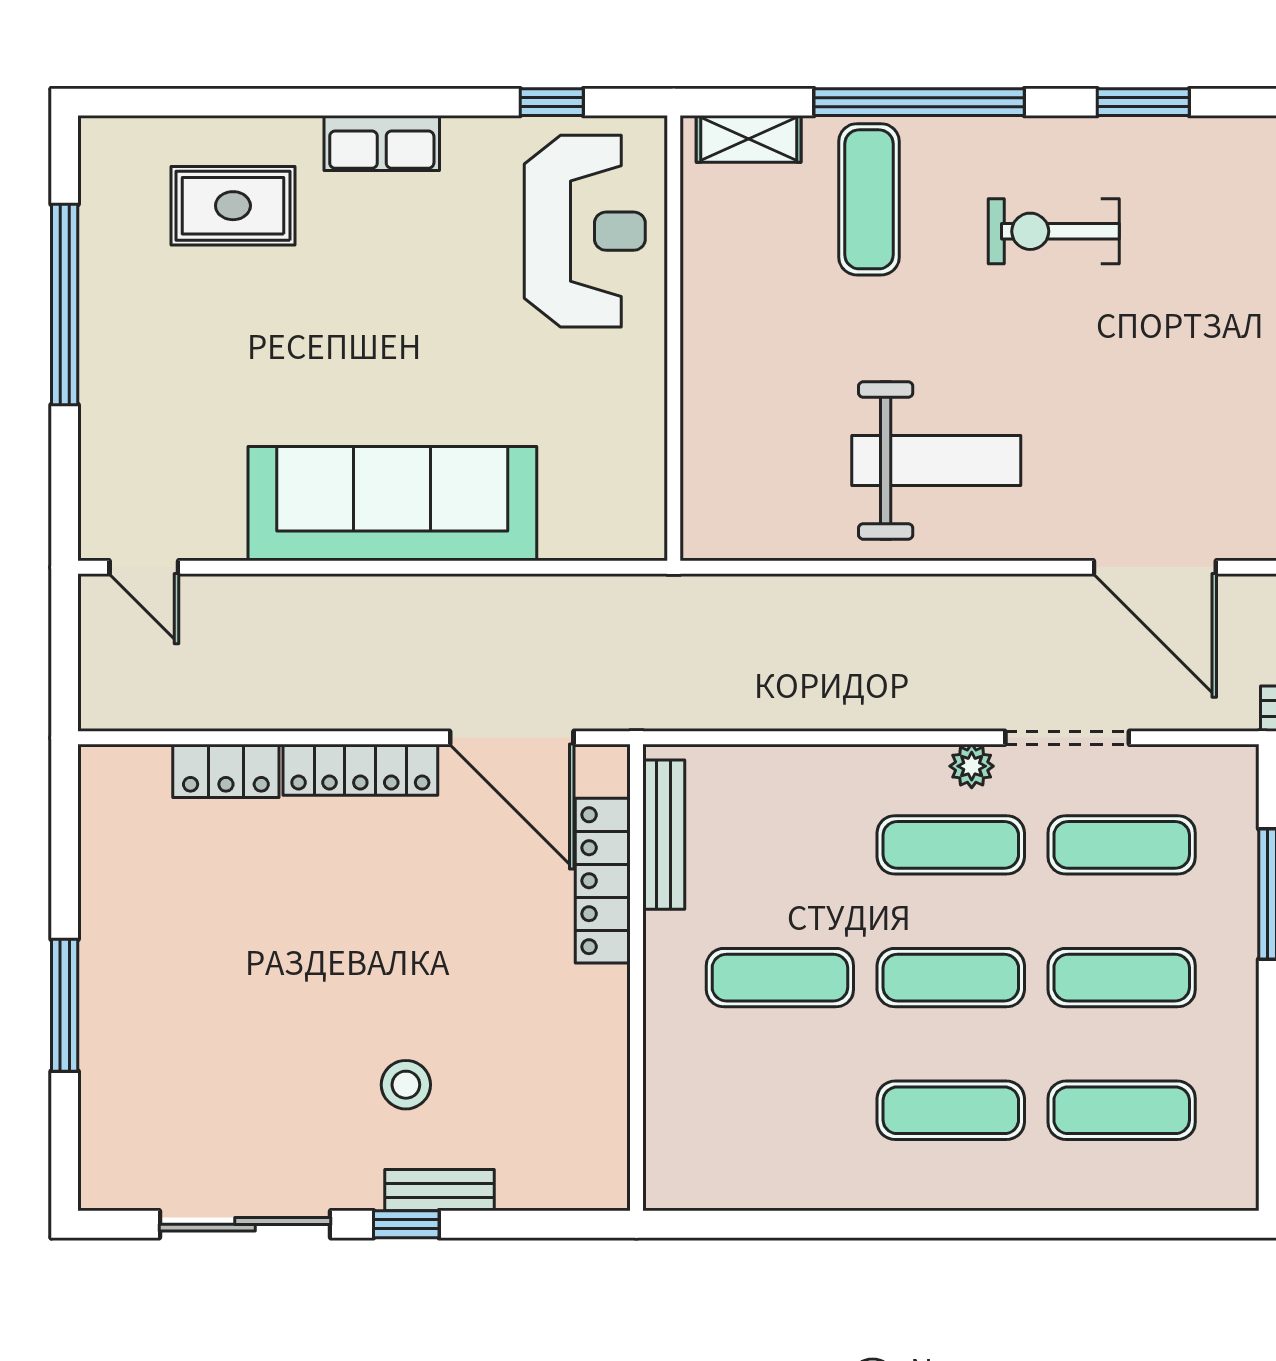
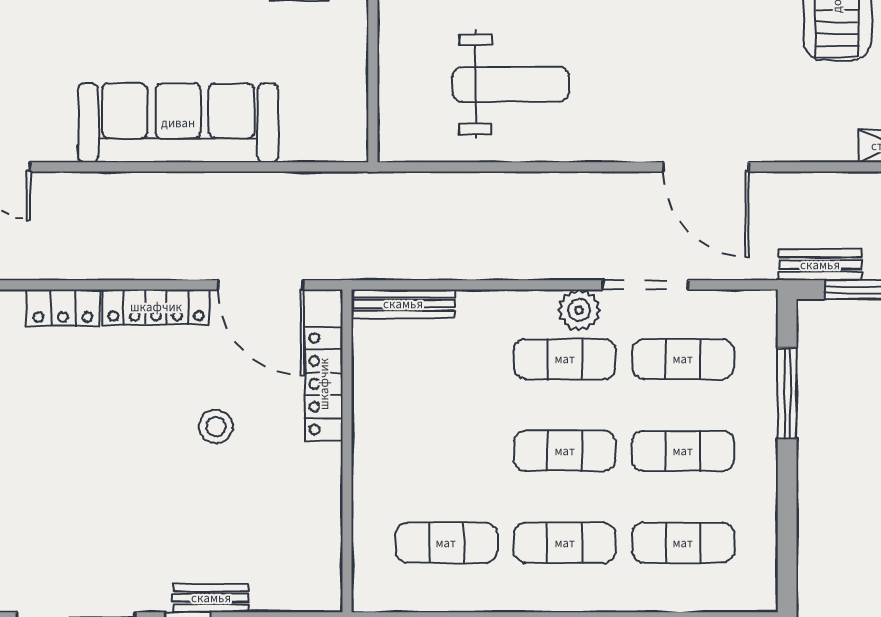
weight bench: (936, 461) -> (511, 84), moved
plant: (972, 766) -> (579, 310), width x1.38, depth x1.38
bench: (664, 835) -> (403, 304), moved, turned 90
exercise mat: (780, 978) -> (446, 543), moved
stool: (406, 1085) -> (216, 427), moved

